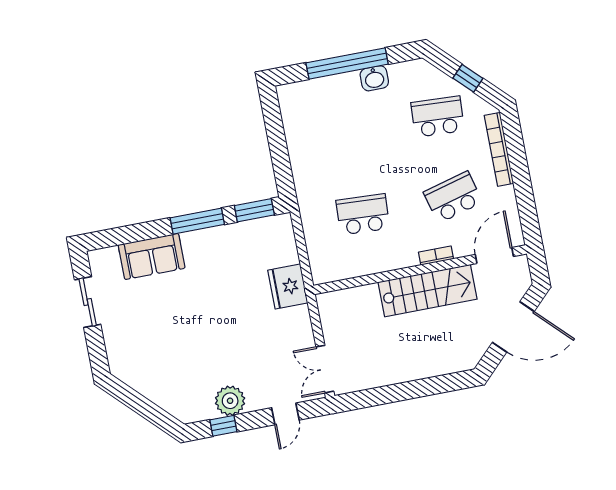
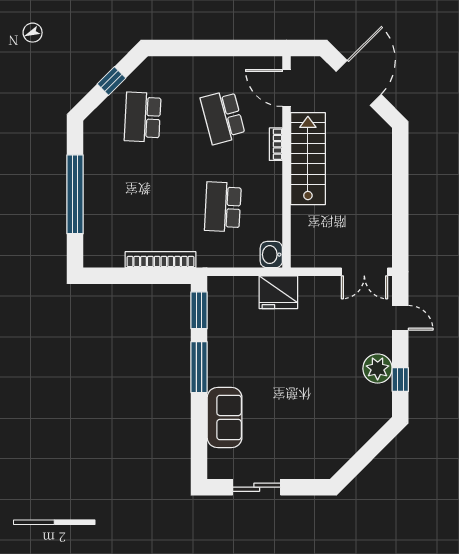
washbasin: (374, 78) -> (271, 255), moved, turned 180
bookcase: (499, 149) -> (161, 260), moved, turned 180

